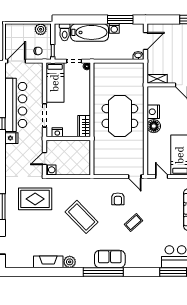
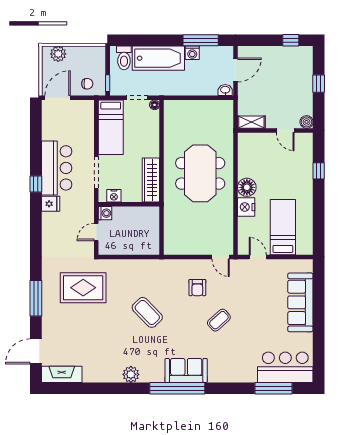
plant: (41, 29) -> (58, 54), moved
bar counter: (16, 105) -> (57, 168), width x0.73
nightstand: (153, 112) -> (246, 207), moved
wardrobe: (84, 126) -> (151, 180), width x1.50
washing machine: (51, 170) -> (105, 213), moved
coffee table: (82, 217) -> (147, 312), width x0.73, depth x0.76
fireplace: (48, 262) -> (62, 374), moved

